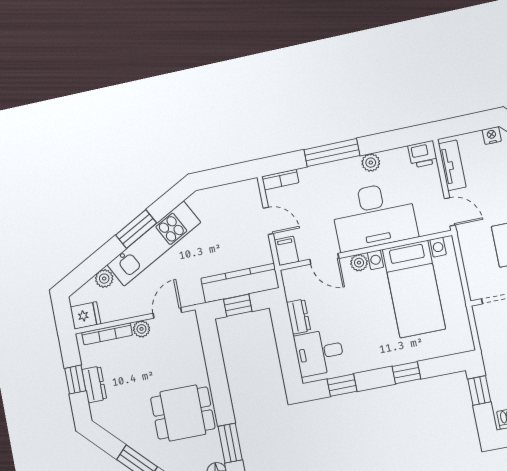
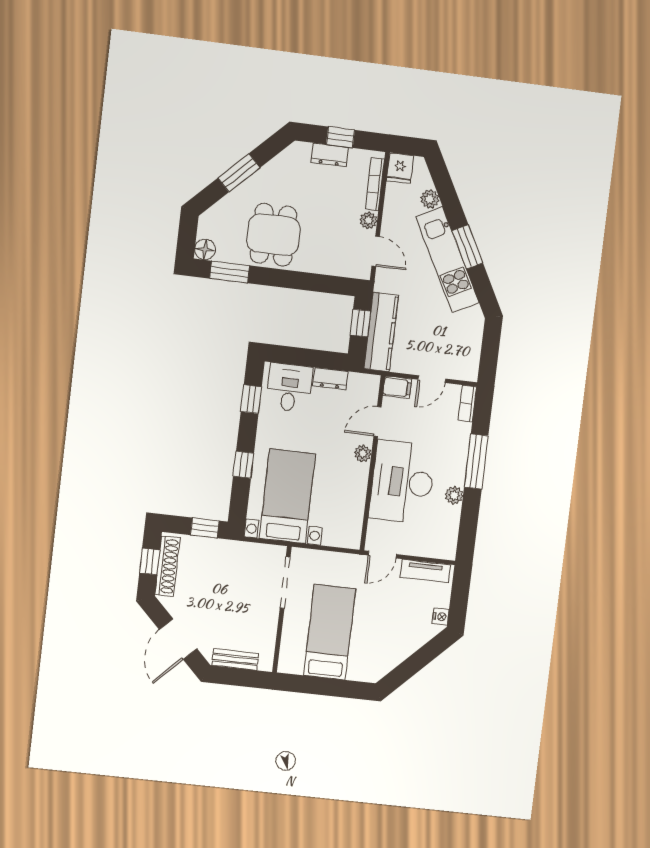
printer: (423, 154) -> (445, 547), removed
bed with nightstands: (414, 289) -> (287, 496), moved, turned 90

